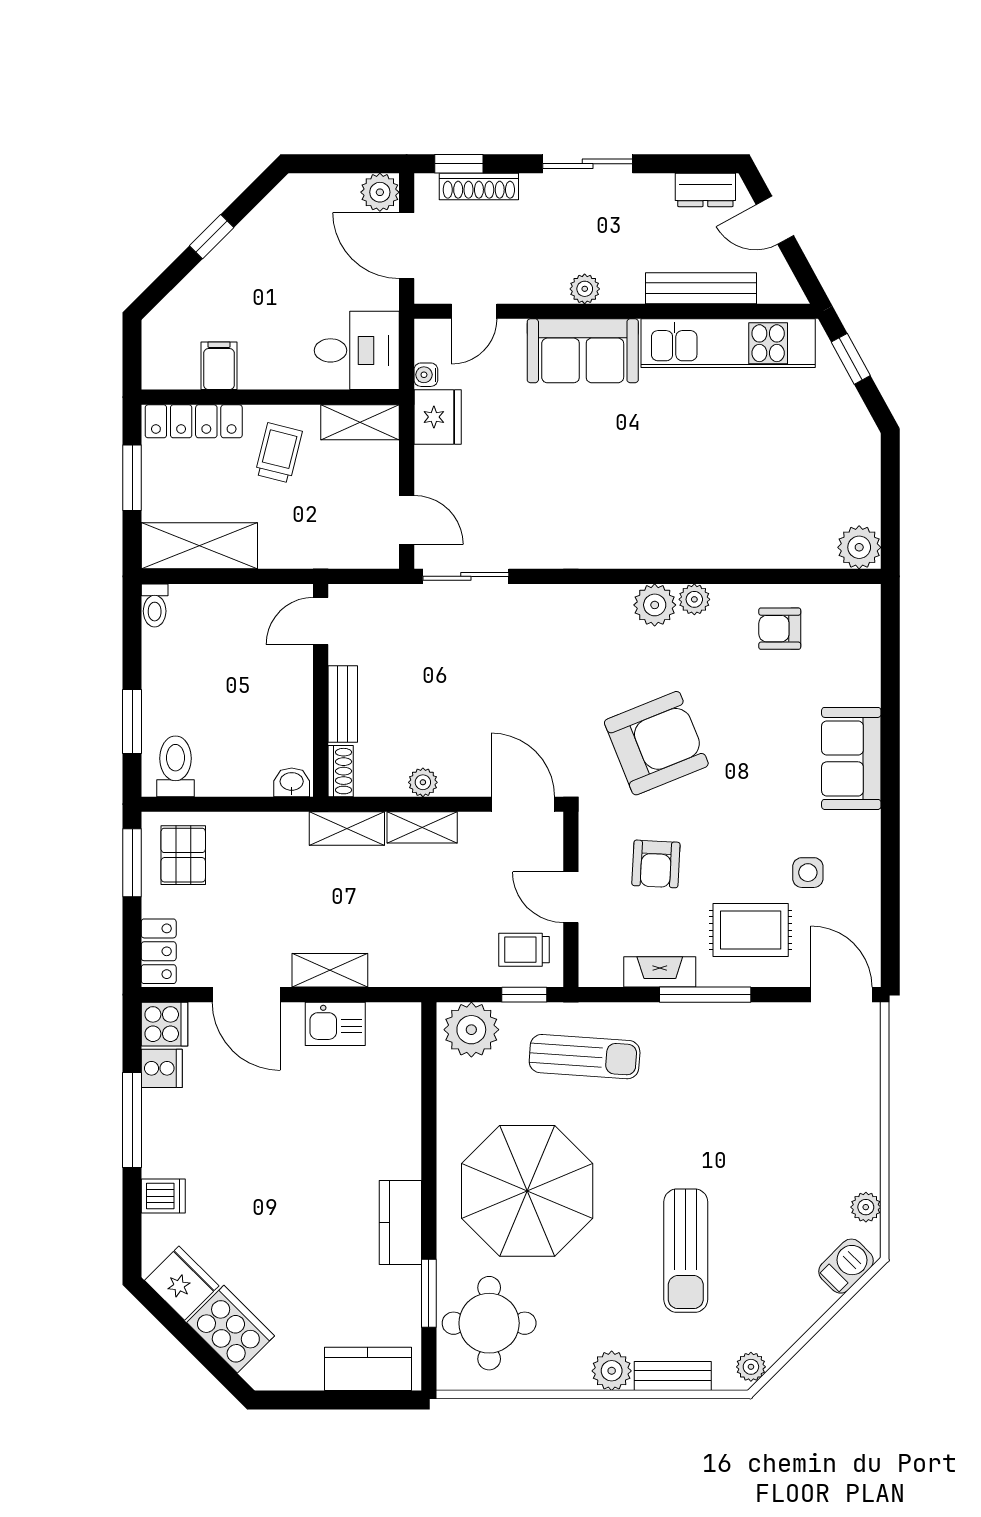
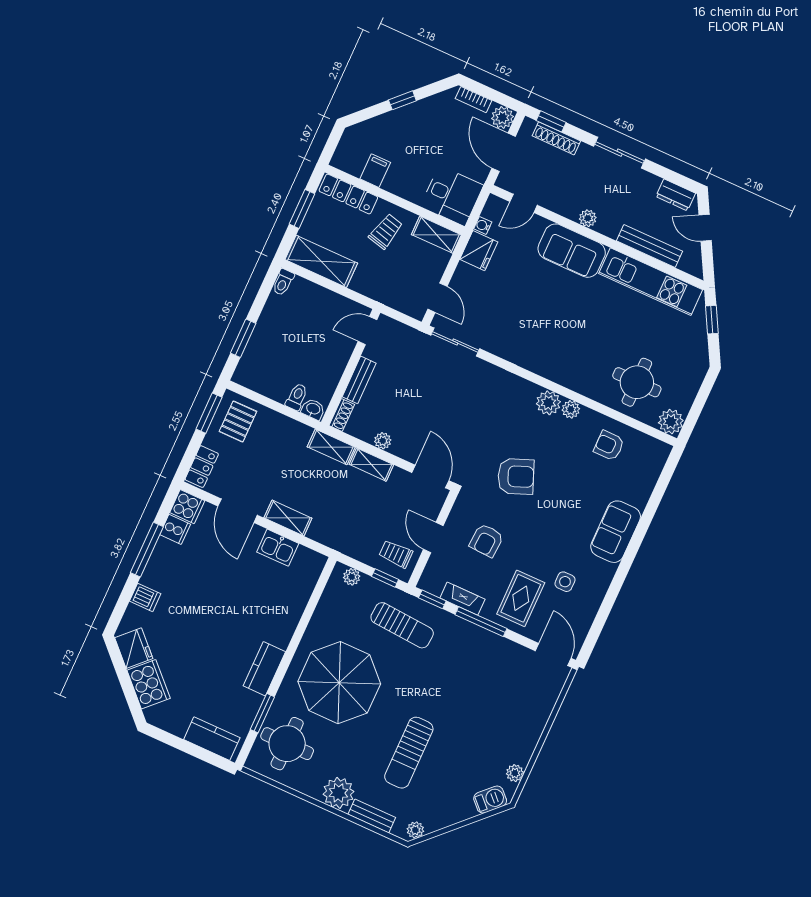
bookcase: (322, 185) -> (474, 100), added
round table: (778, 510) -> (637, 382), added
armchair: (656, 743) -> (516, 476), width x0.73, depth x0.73
toilet: (175, 766) -> (297, 397), moved, width x0.73, depth x0.72
rug: (751, 930) -> (521, 598), turned 90
window: (613, 995) -> (432, 599), added
plant: (471, 1030) -> (352, 577), width x0.53, depth x0.53
plant: (612, 1371) -> (338, 793), width x1.36, depth x1.36

